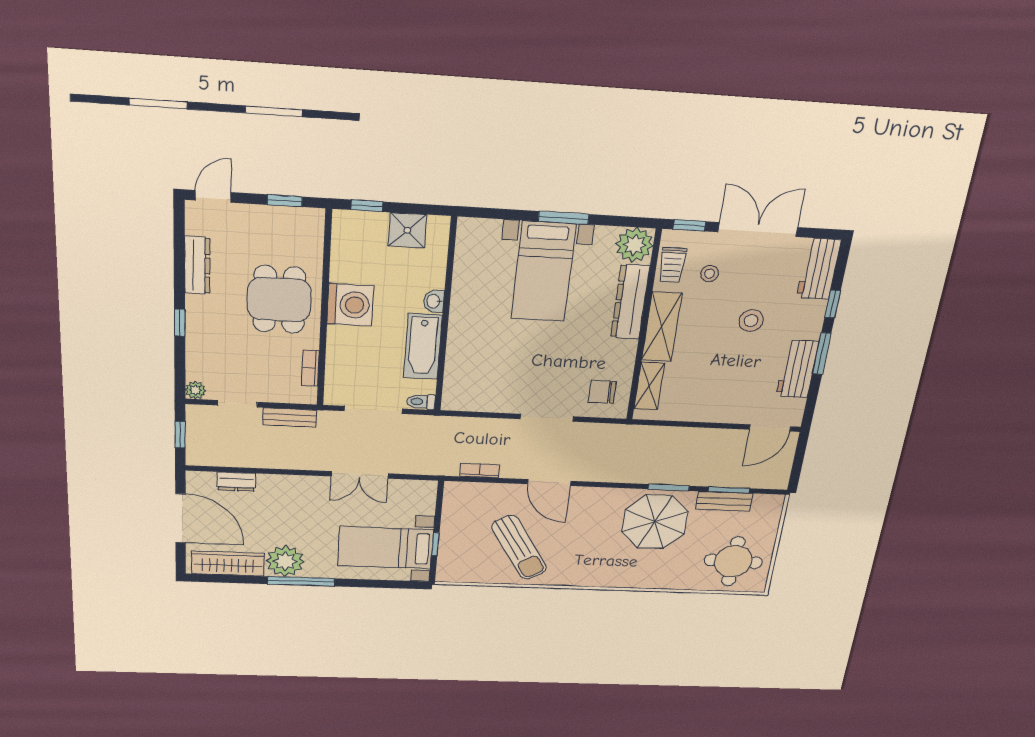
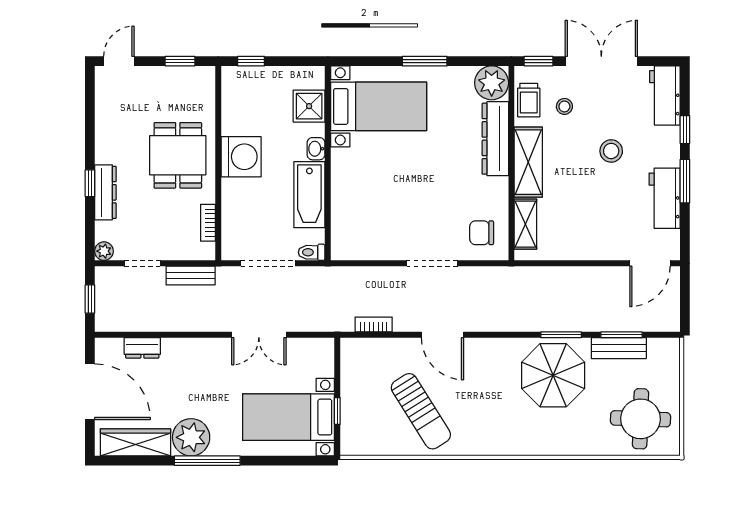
shower: (407, 230) -> (309, 106), moved
dresser: (197, 265) -> (105, 192), moved
bed with nightstands: (543, 272) -> (379, 106), moved, turned -90

